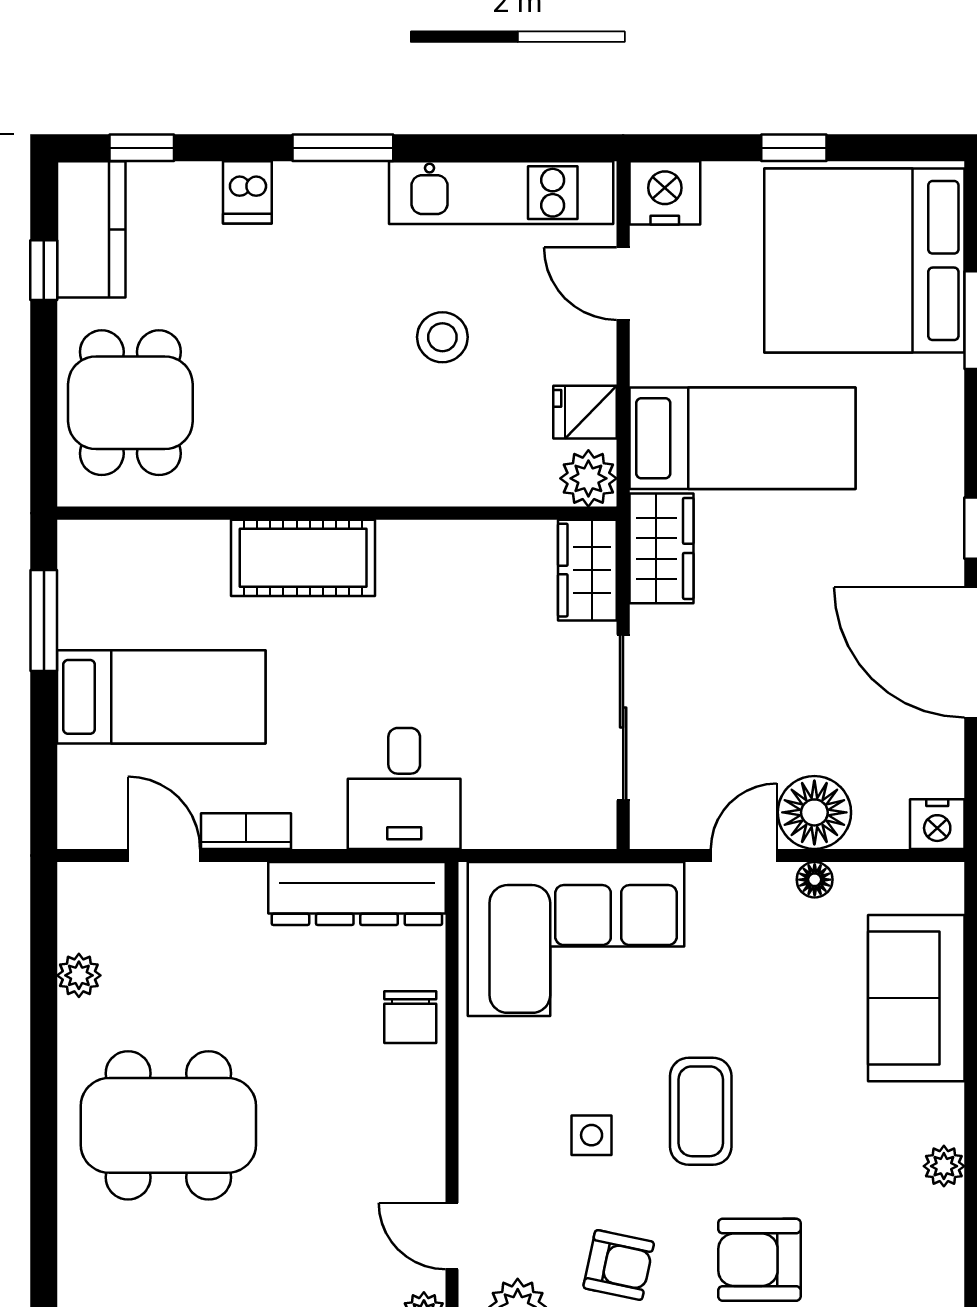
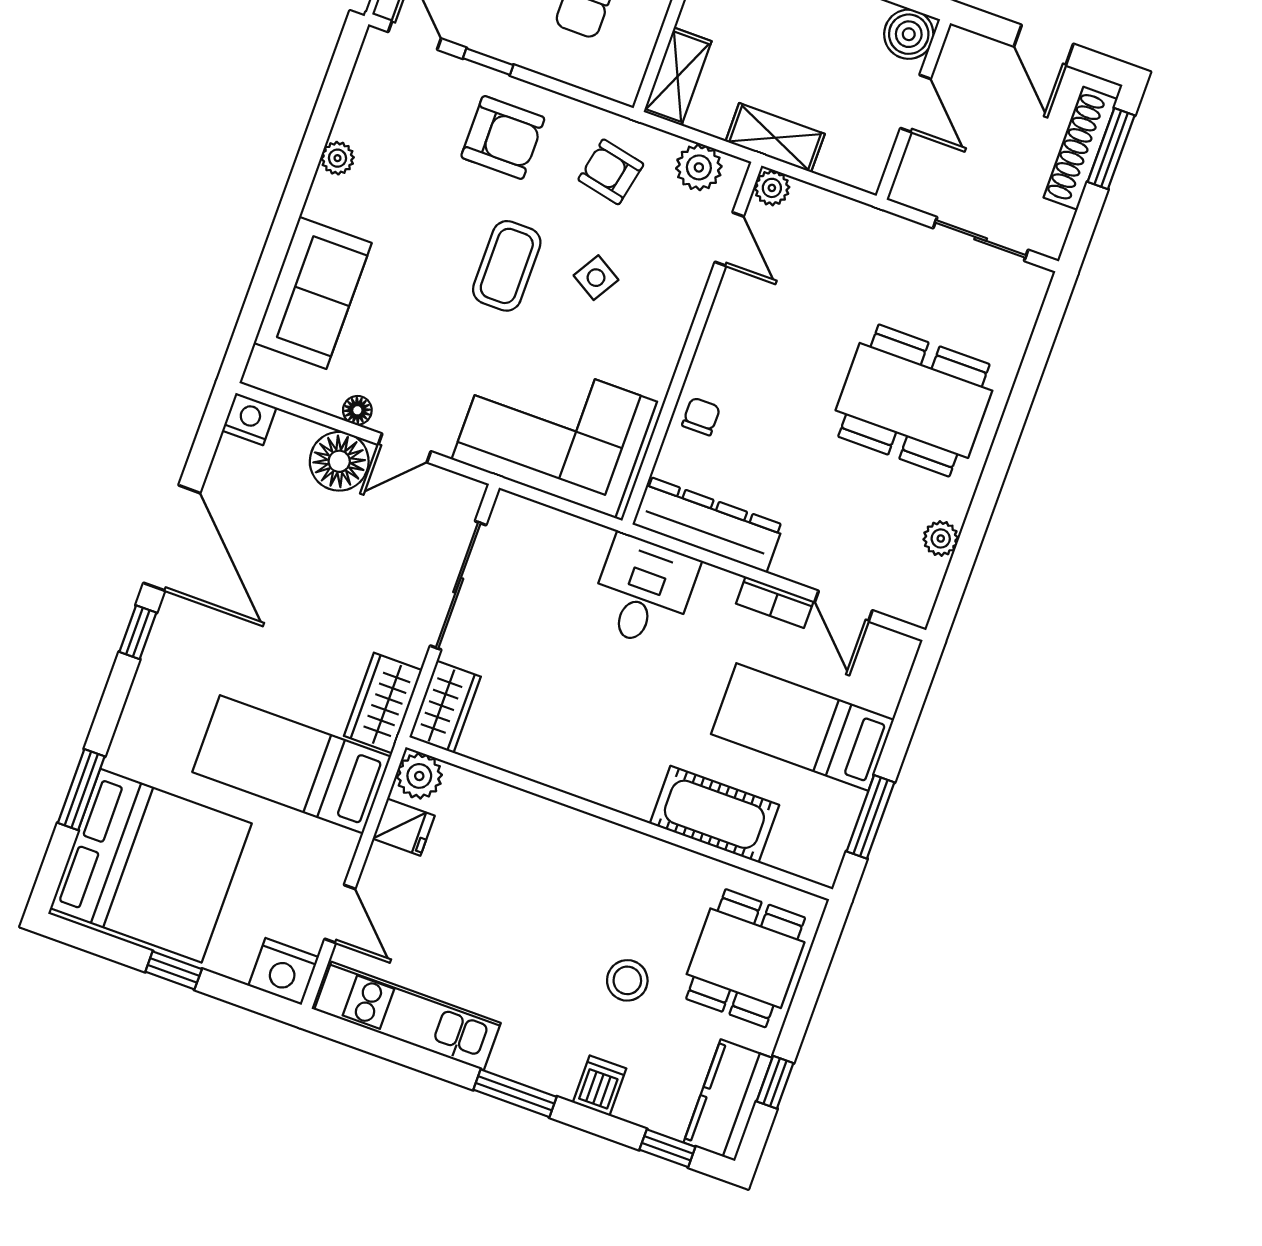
stool: (442, 337) -> (627, 980), moved
cot: (303, 558) -> (714, 814), moved
chair: (410, 1017) -> (701, 416), width x0.73, depth x0.73
side table: (592, 1135) -> (596, 278), turned 31

